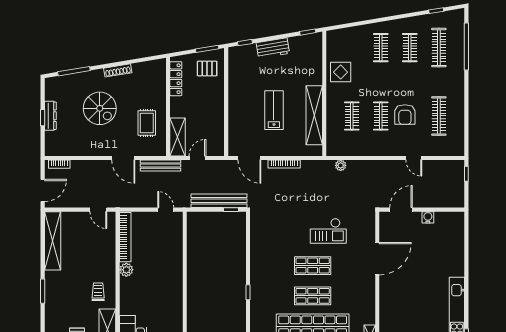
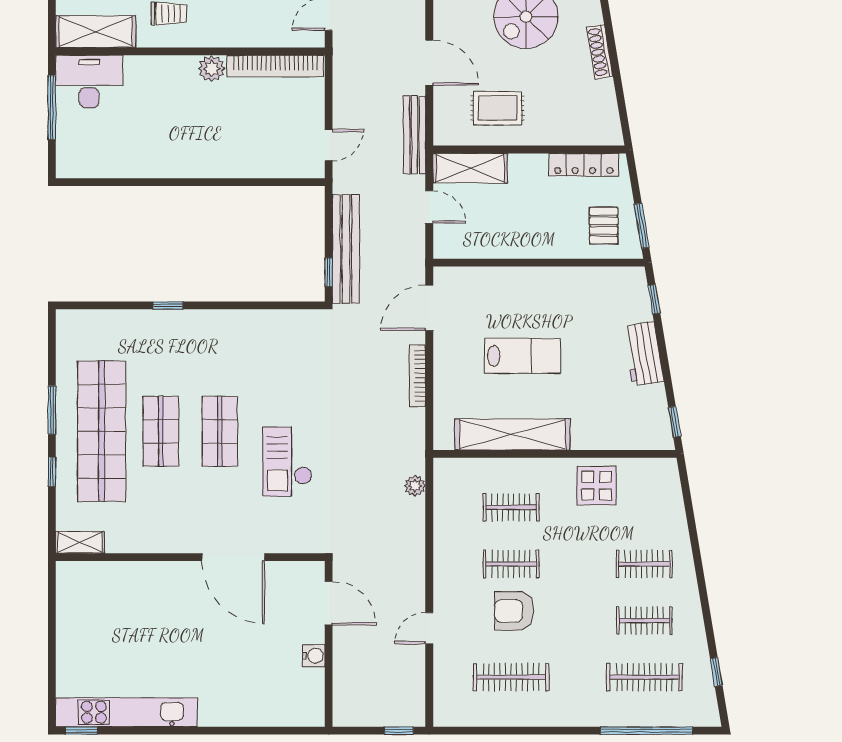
door: (123, 158) -> (429, 63), swing flipped

